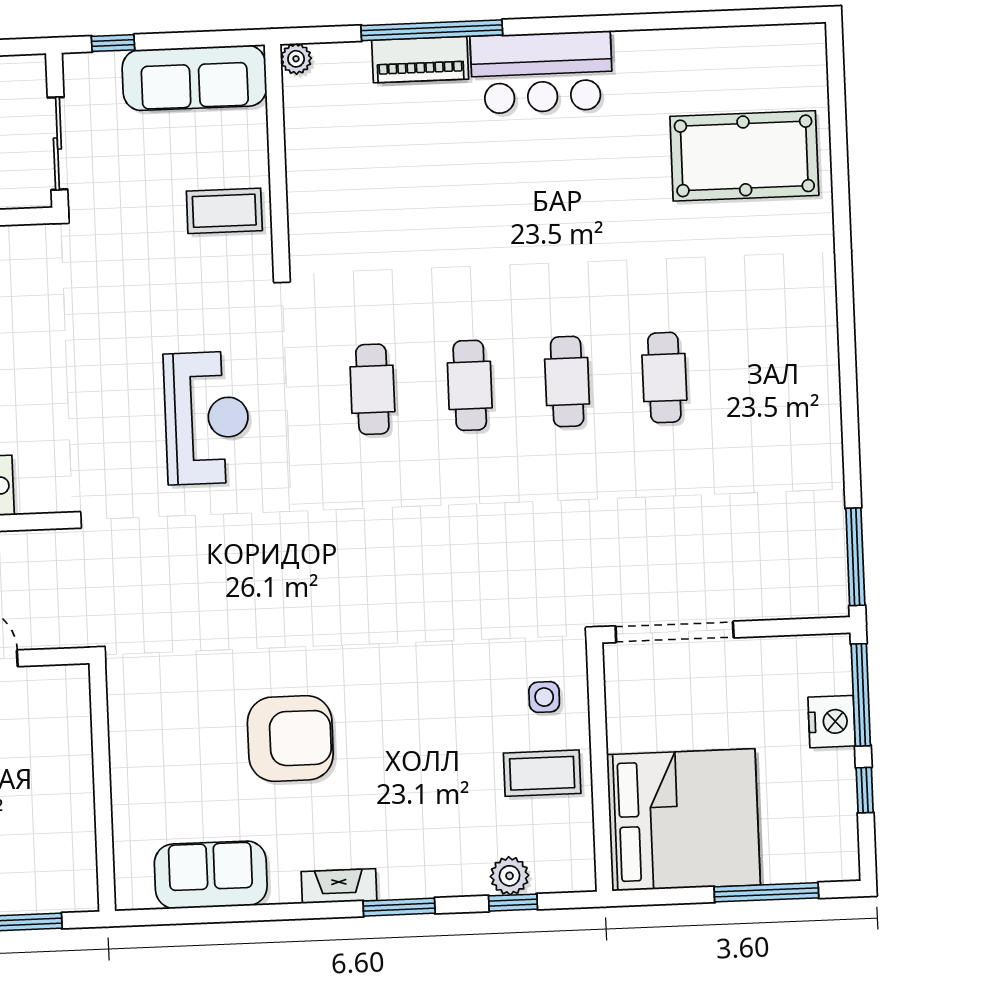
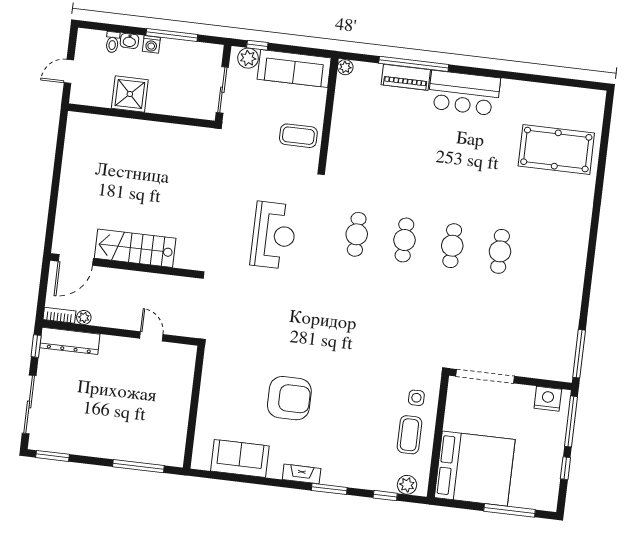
plant: (99, 72) -> (248, 58), added
nightstand: (832, 722) -> (548, 399), moved, turned -90
coffee table: (542, 773) -> (409, 435), turned 90
plant: (510, 876) -> (407, 485), moved

